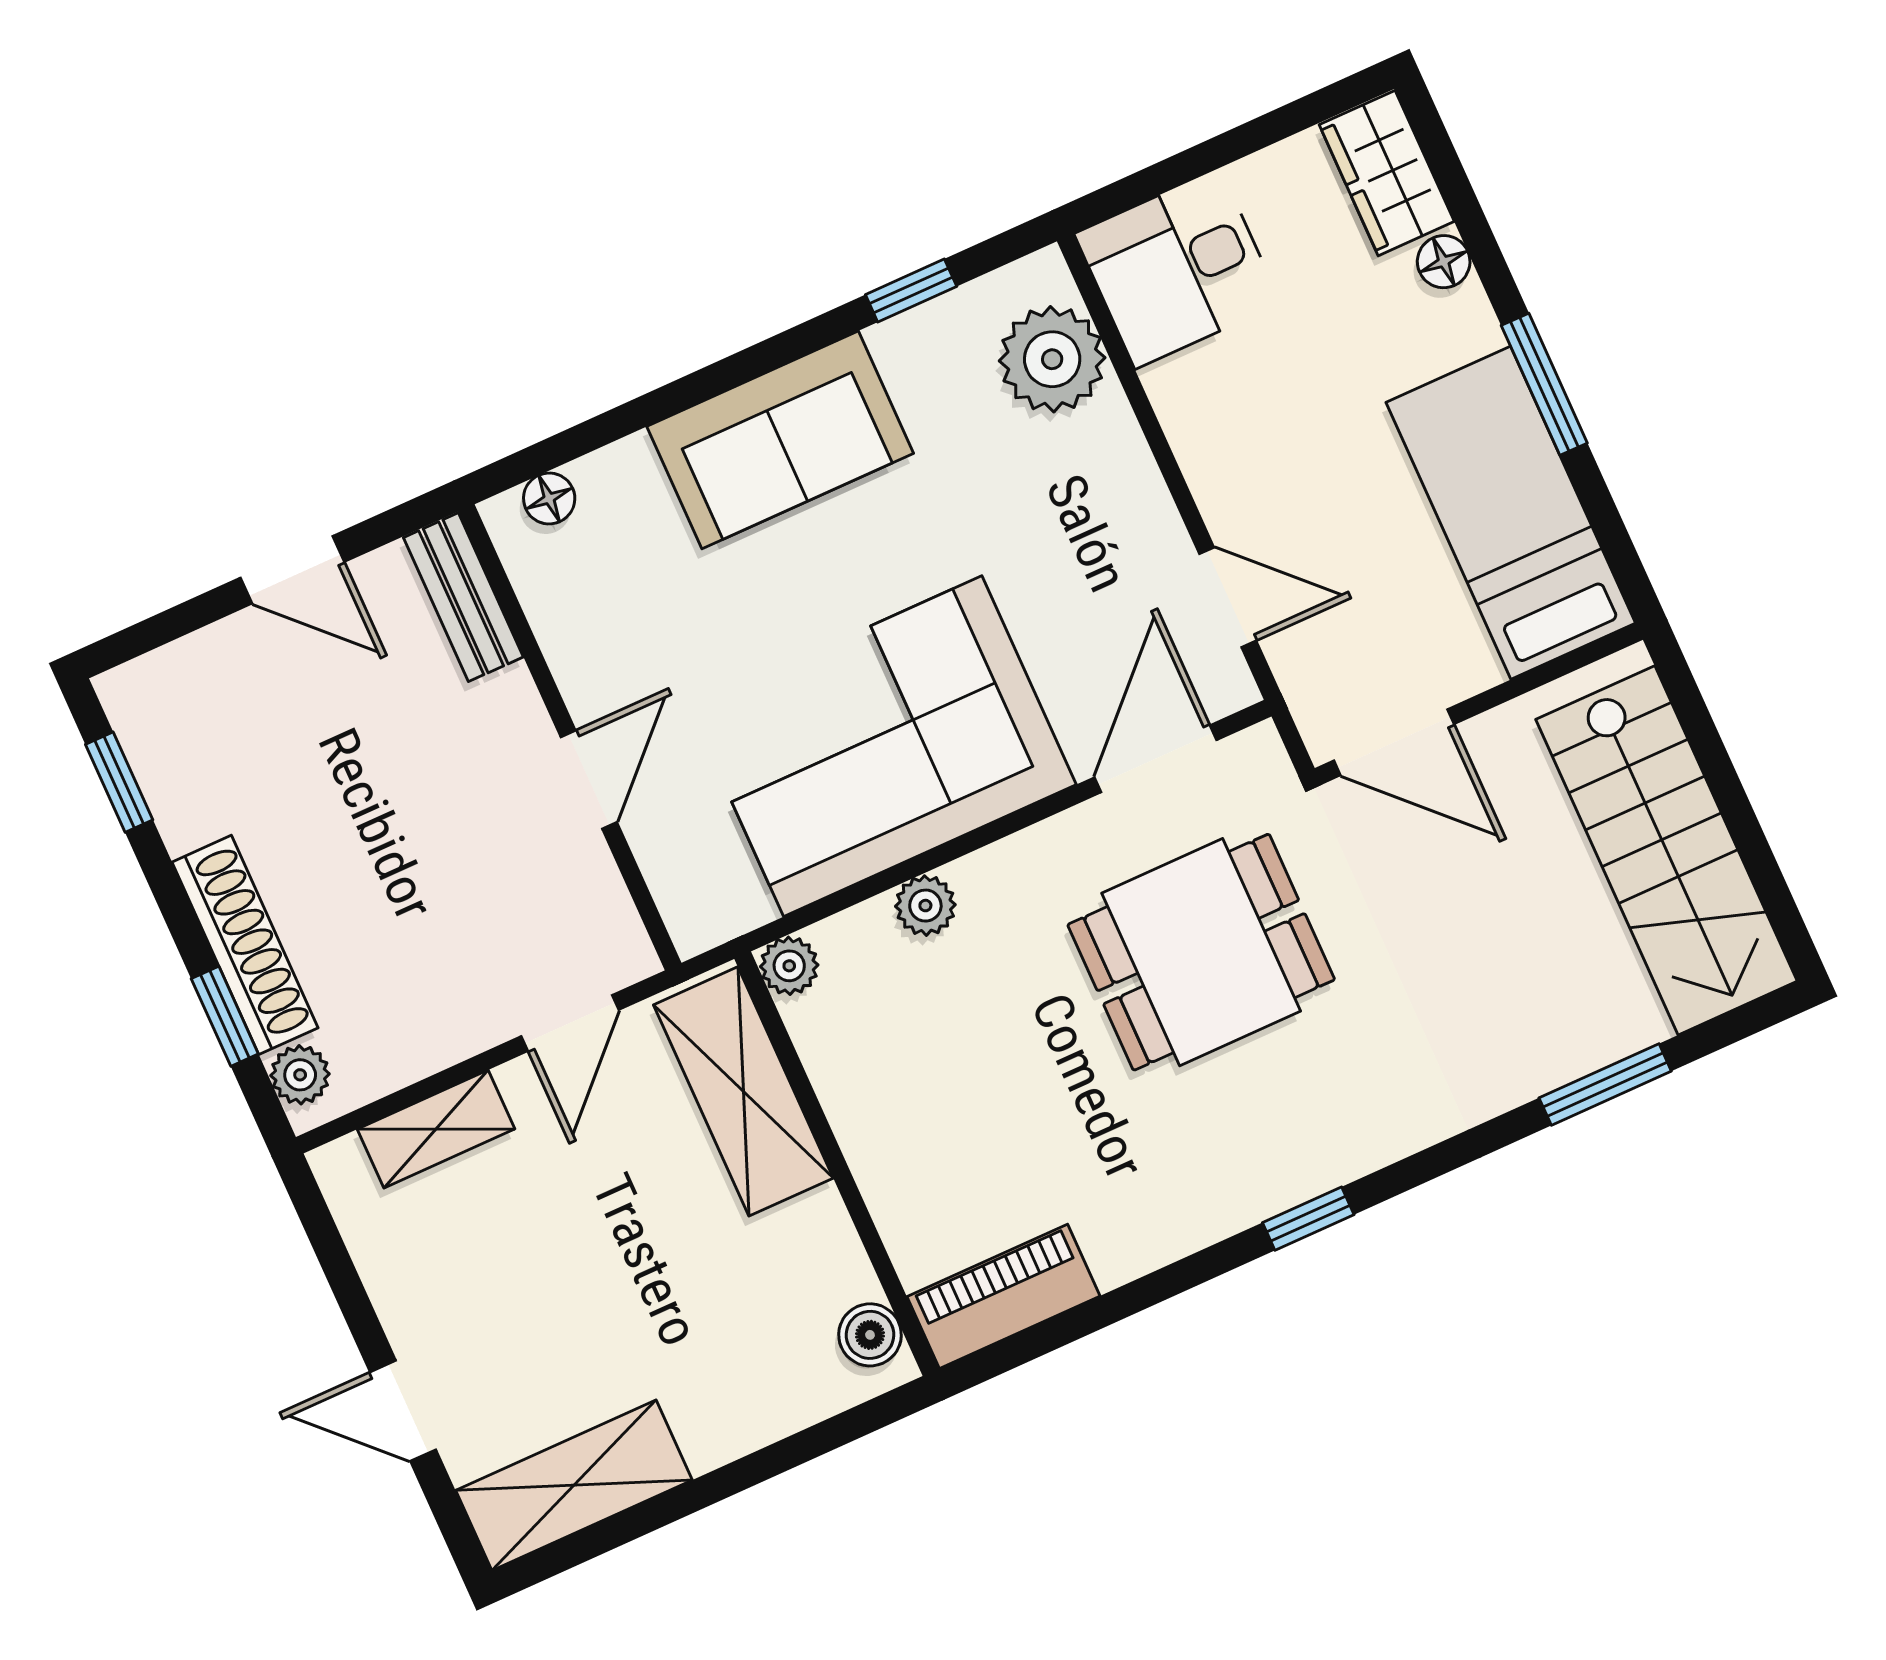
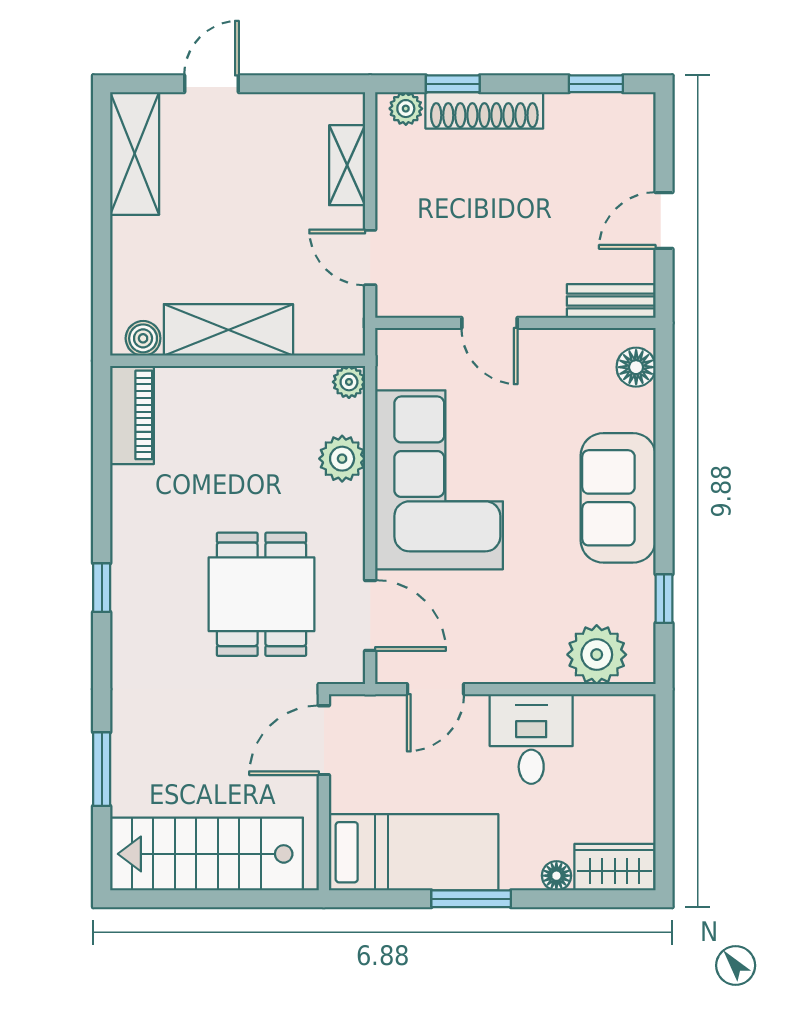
desk: (1177, 269) -> (531, 739), moved
floor lamp: (549, 498) -> (636, 367), width x1.37, depth x1.37
plant: (925, 906) -> (342, 459), width x1.38, depth x1.38
shelving: (743, 1091) -> (228, 330), moved

